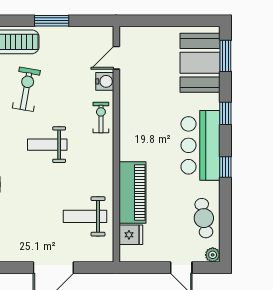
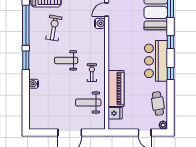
exercise bike: (101, 117) -> (92, 73), moved

